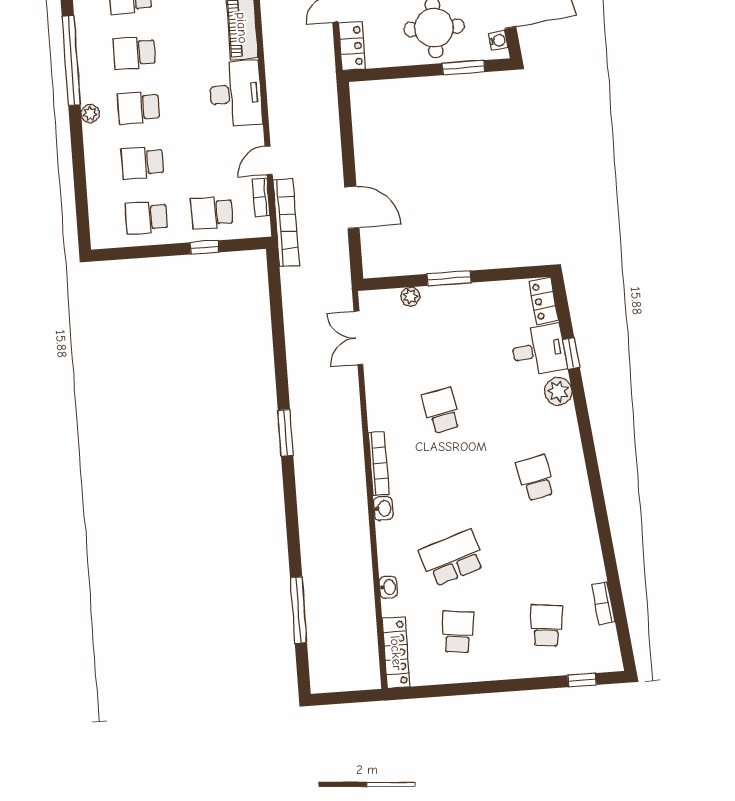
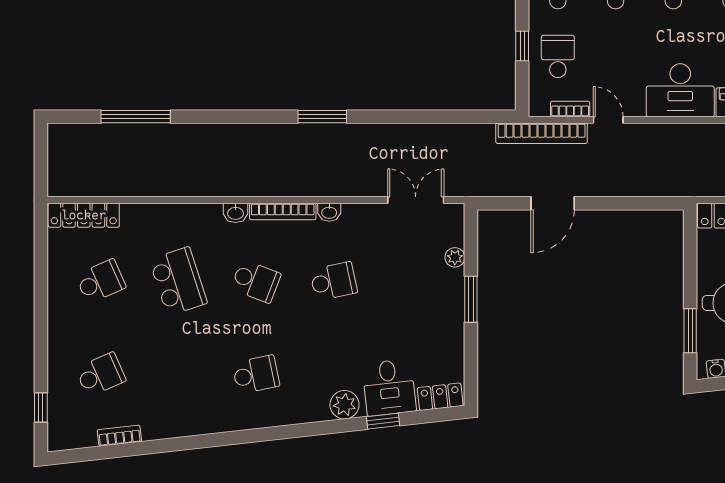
school desk: (447, 484) -> (256, 281), added
washbasin: (388, 587) -> (329, 212), moved
school desk: (546, 625) -> (101, 374), turned -30
school desk: (458, 632) -> (101, 281), turned -30

